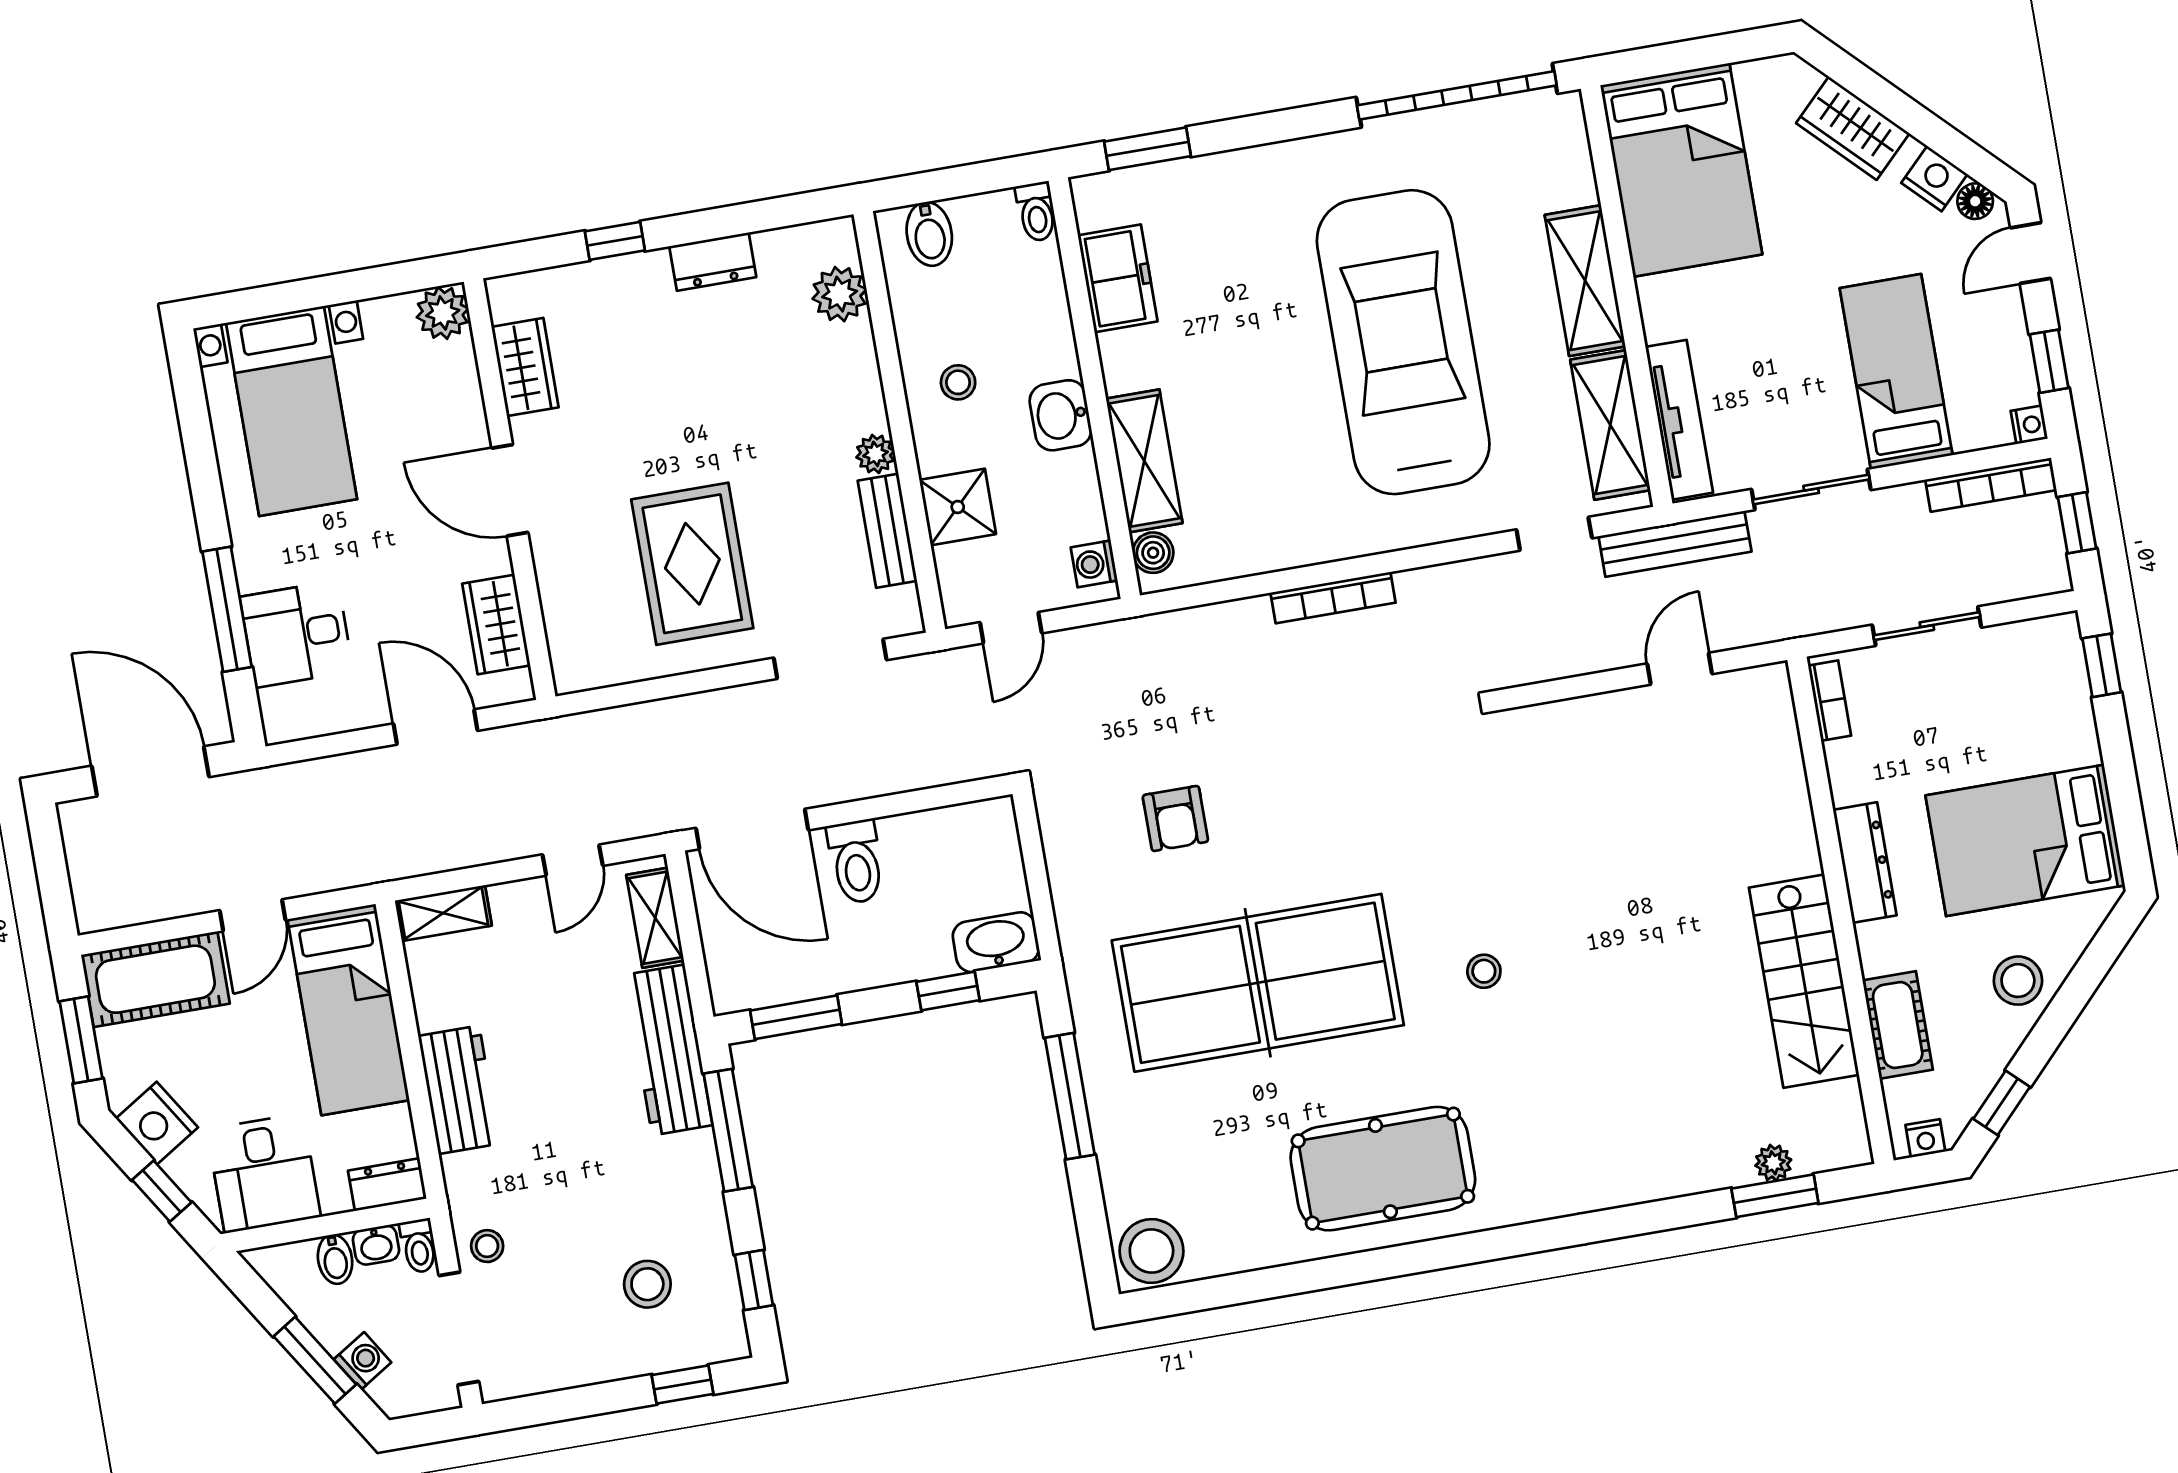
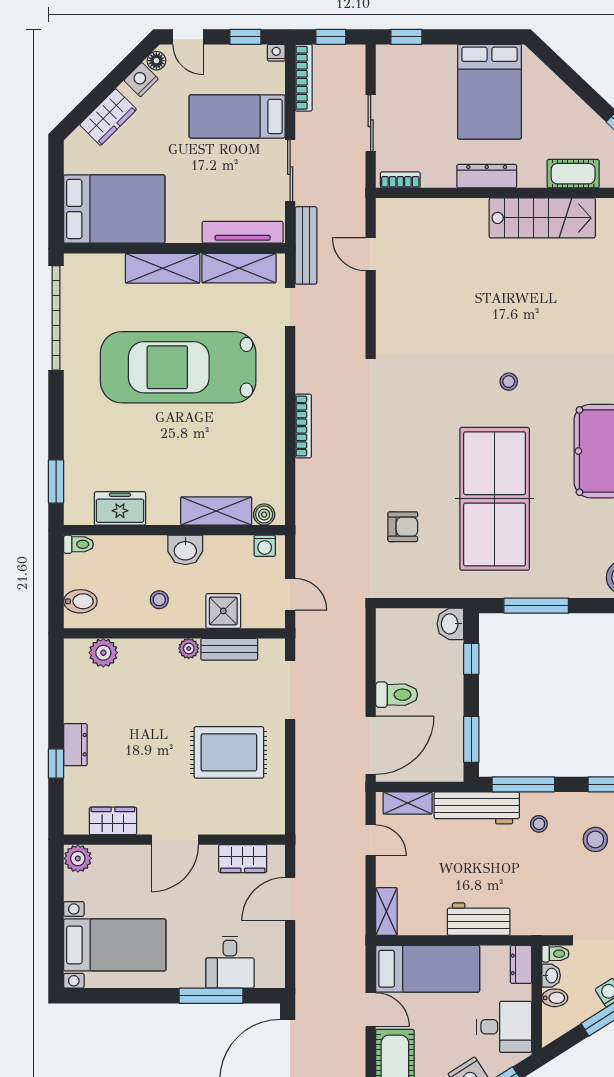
dresser: (713, 262) -> (75, 745), moved
washbasin: (996, 942) -> (450, 624), width x0.72
stool: (2018, 981) -> (561, 108), removed
stool: (487, 1246) -> (539, 824), moved

